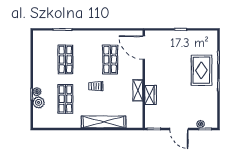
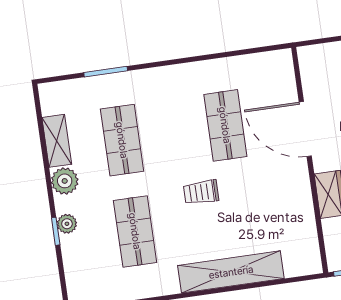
door: (144, 48) -> (305, 129), moved
shelving: (138, 90) -> (57, 141), moved
plant: (39, 102) -> (65, 181), moved

